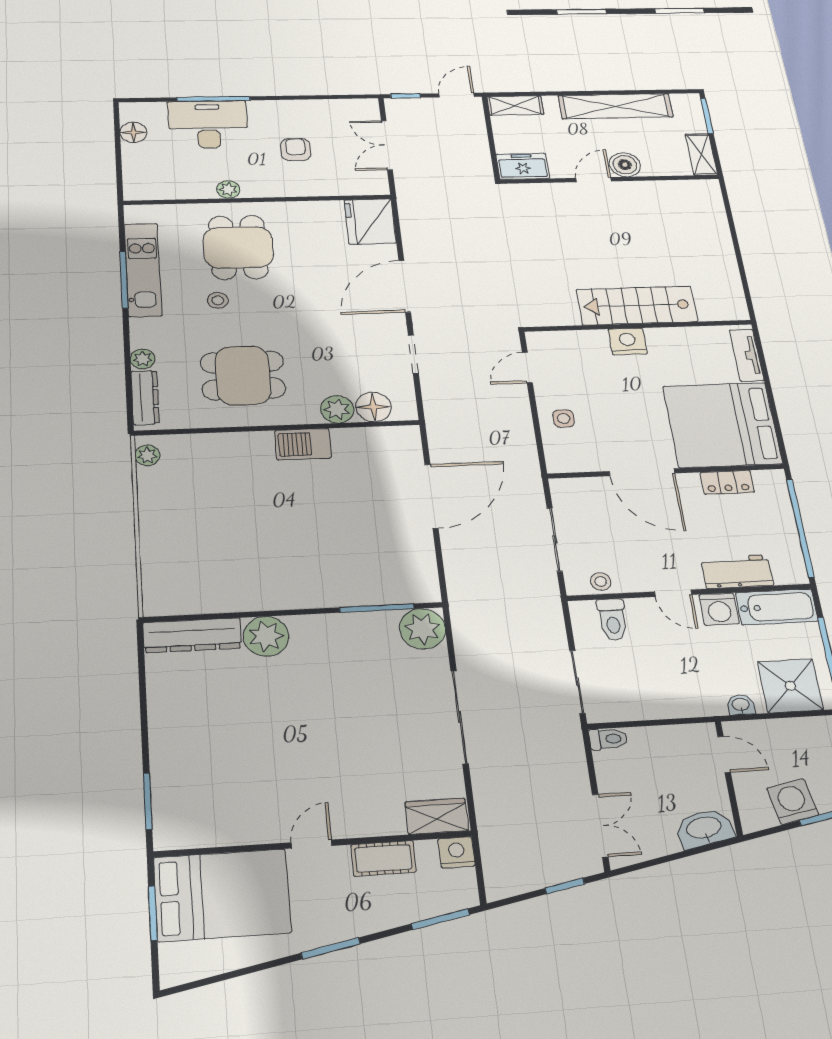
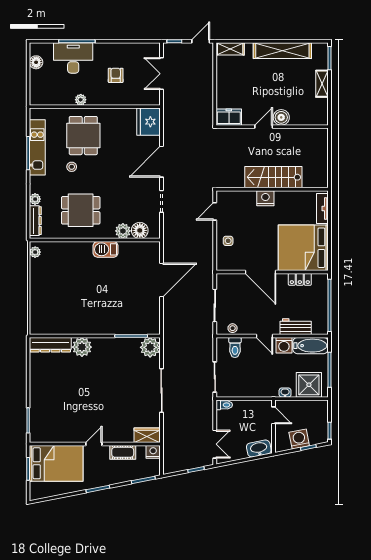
boiler: (625, 165) -> (281, 117), moved
freezer: (523, 166) -> (229, 117), moved
wall: (610, 179) -> (272, 127), moved
door: (594, 180) -> (264, 127), moved

